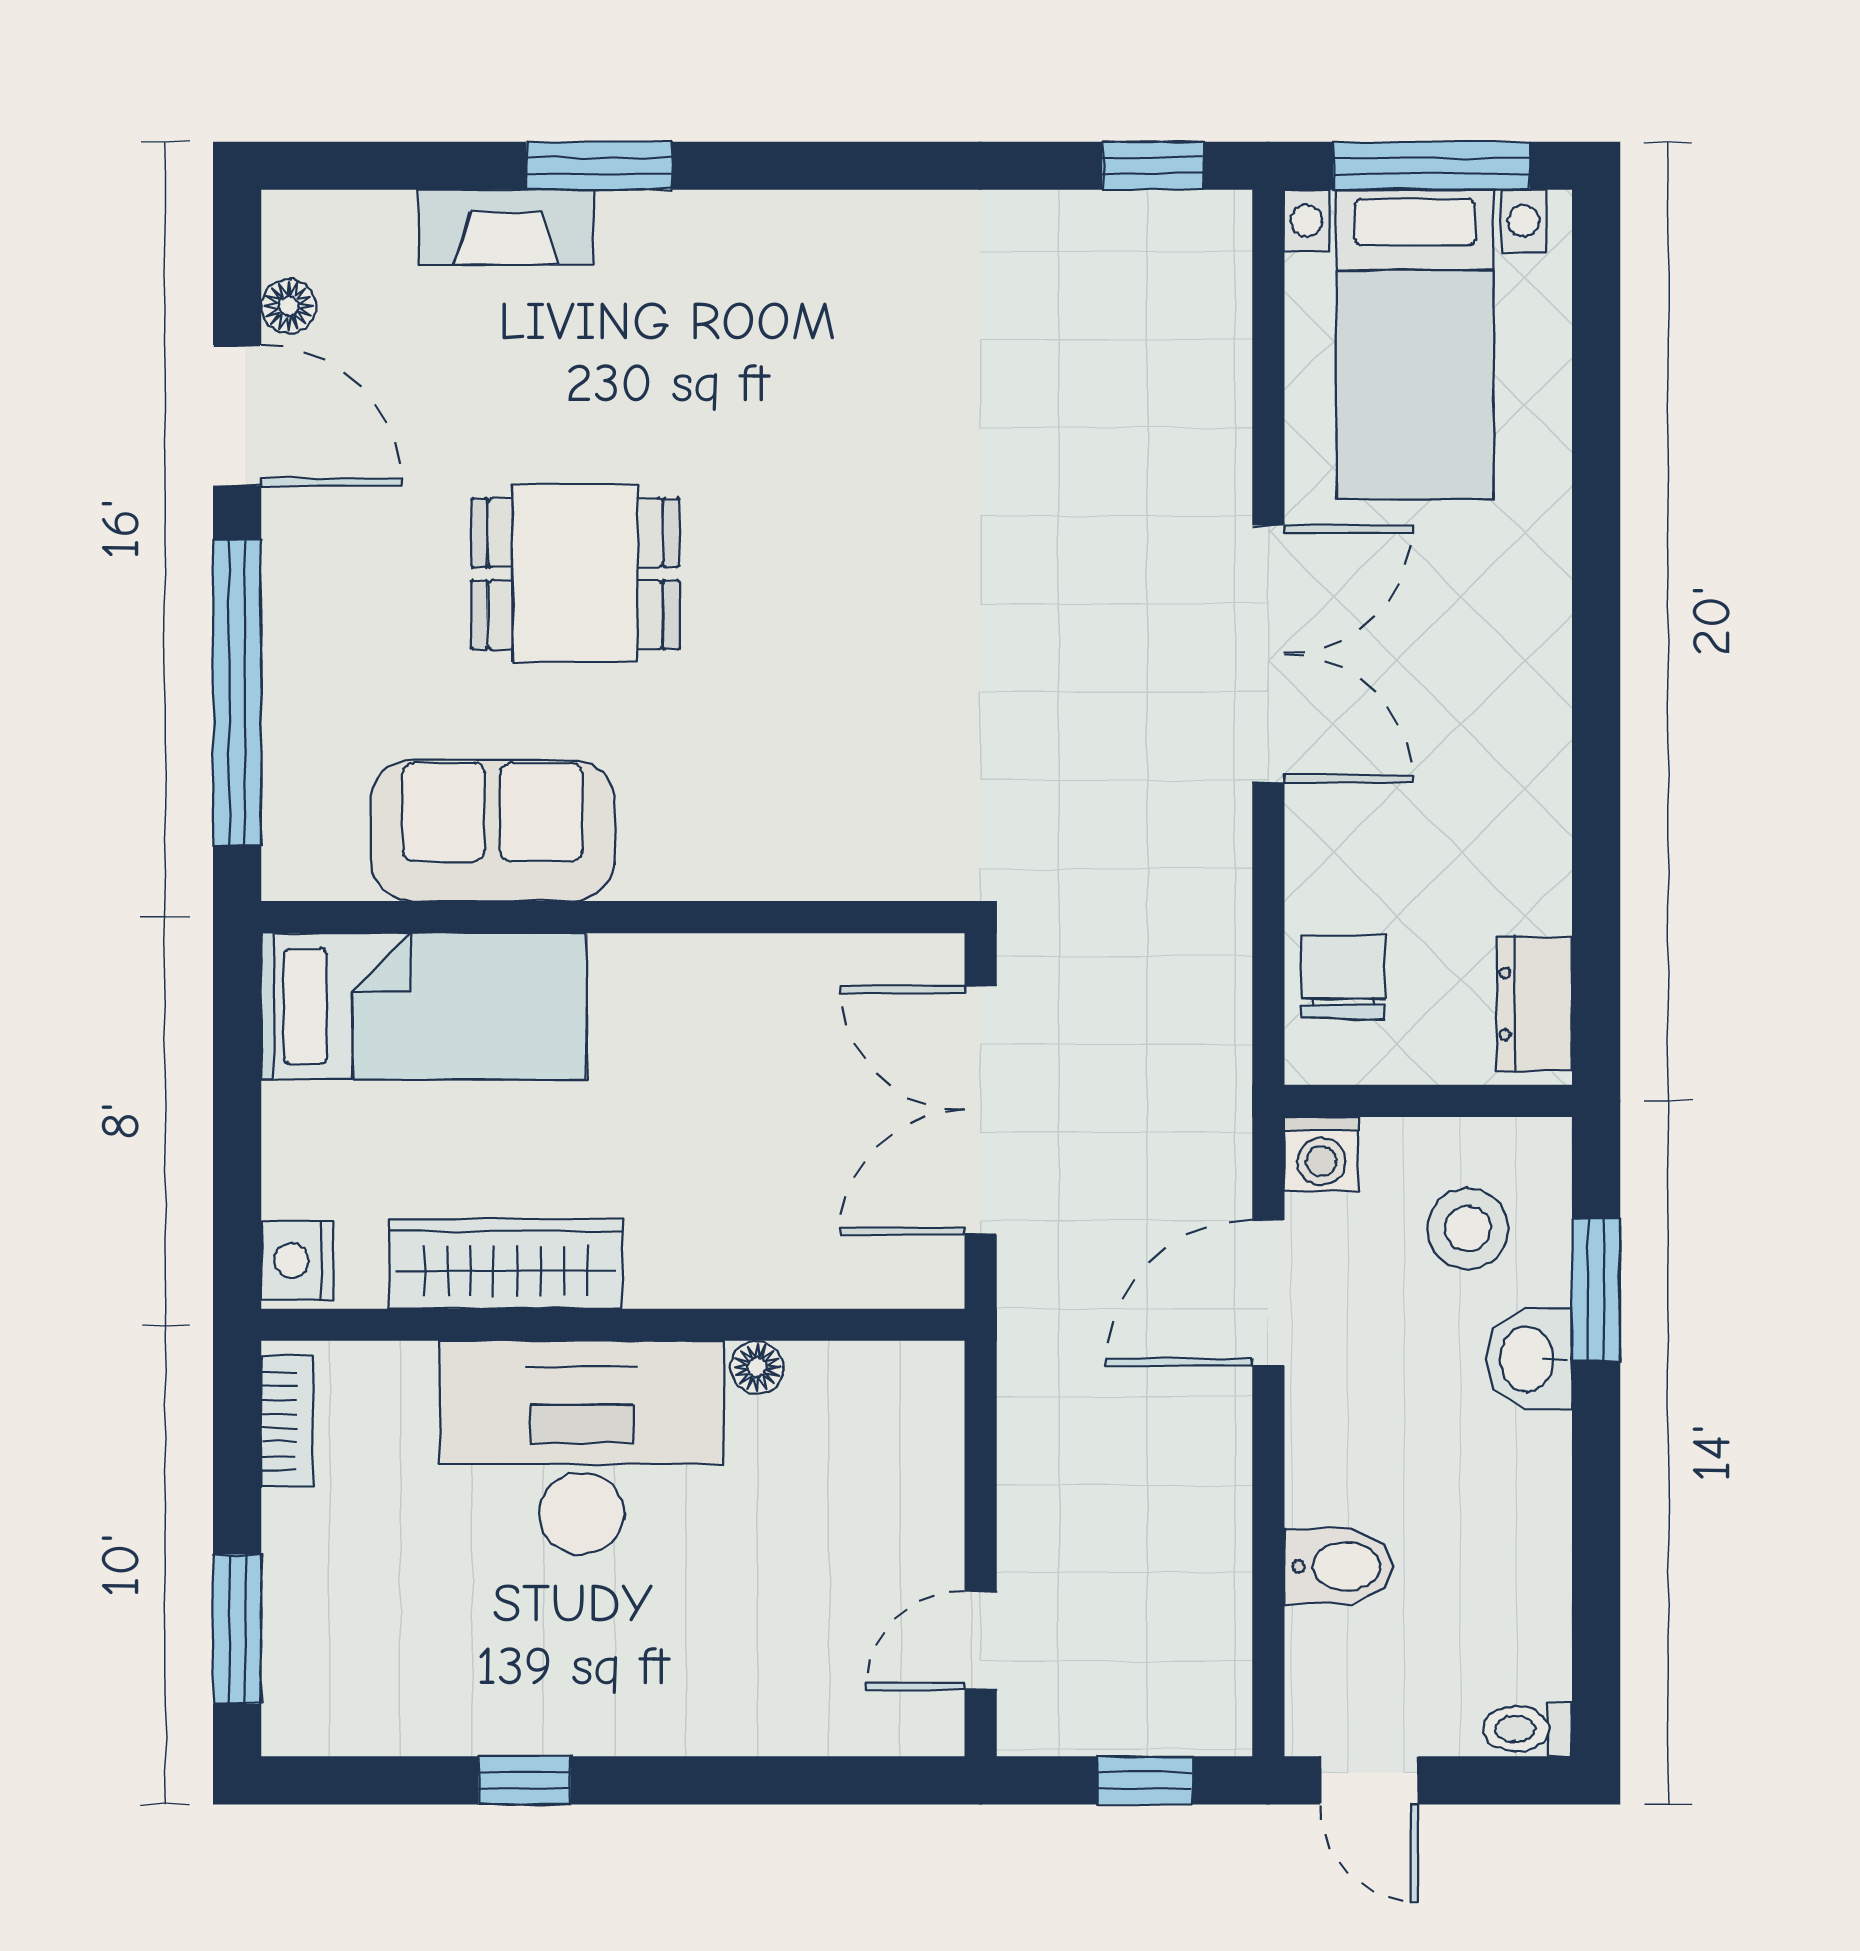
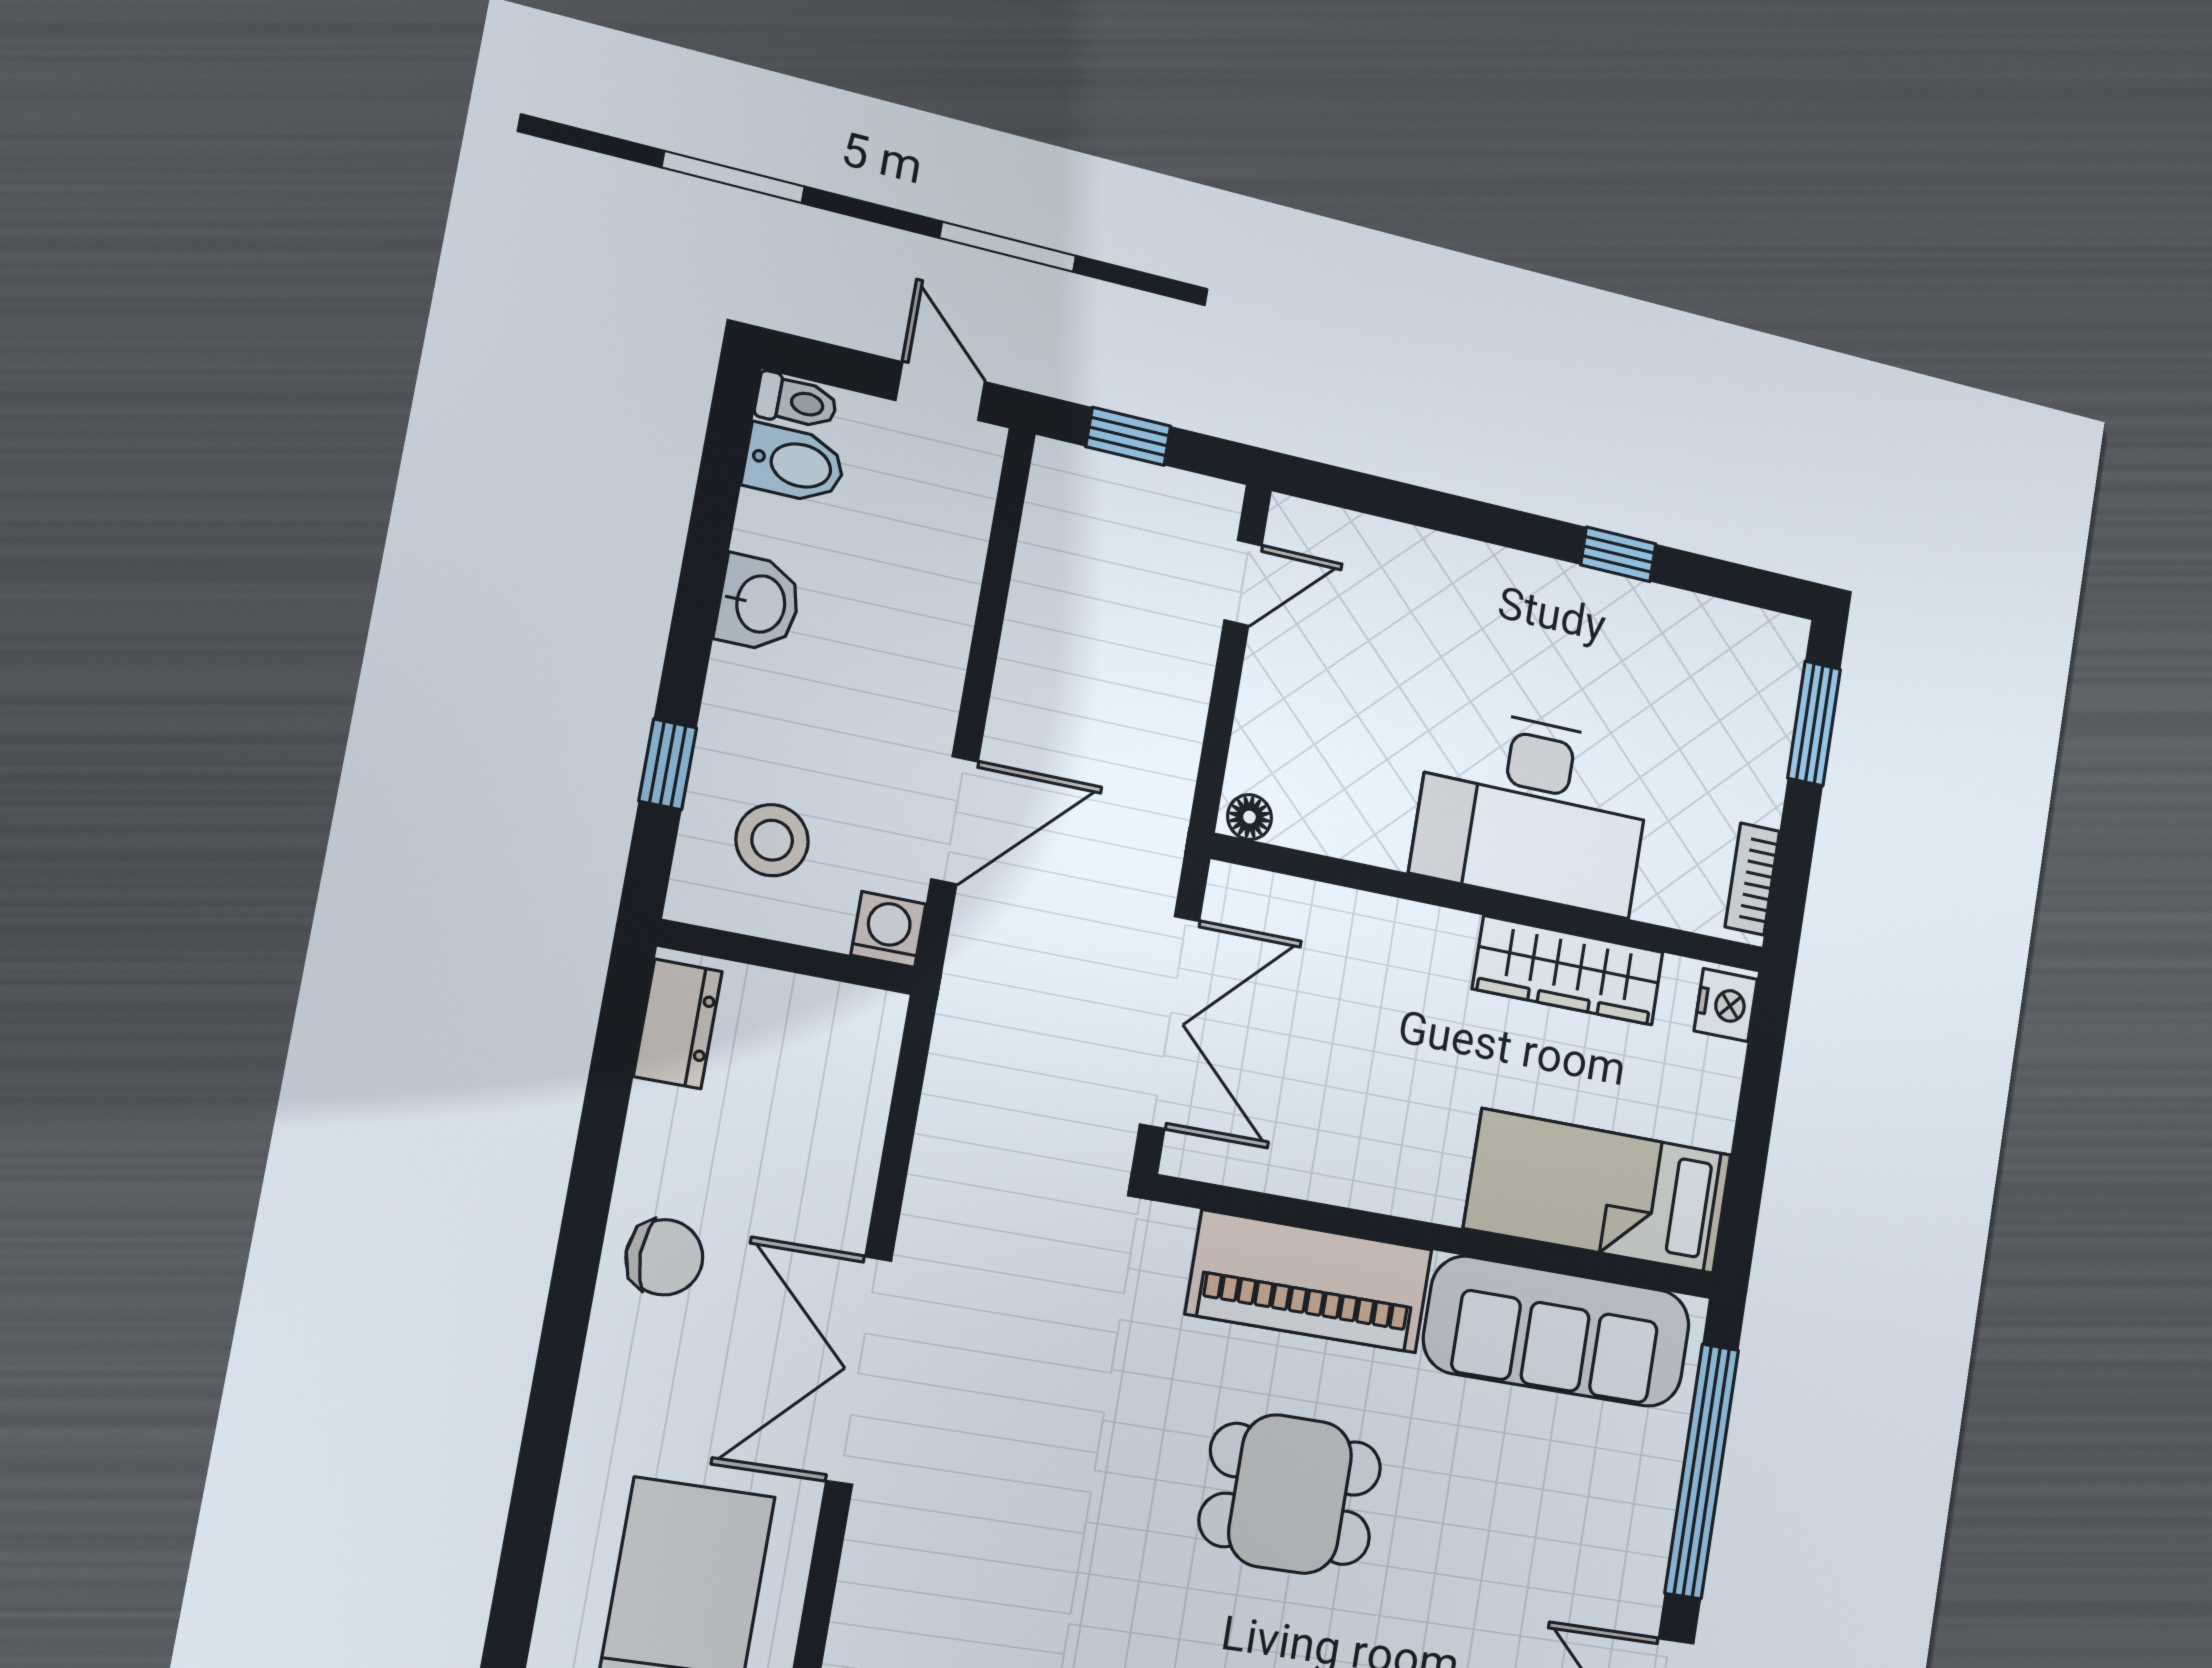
dining table: (575, 574) -> (1290, 1494), moved
sofa: (492, 830) -> (1557, 1332), width x1.36
piano: (764, 839) -> (1309, 1282), added
chair: (1343, 977) -> (664, 1257), moved, turned -90
window: (1596, 1290) -> (668, 764), width x0.67
washbasin: (1529, 1359) -> (758, 603), moved
floor lamp: (757, 1367) -> (1250, 817), moved
bidet: (1339, 1566) -> (794, 464), moved, turned 180

